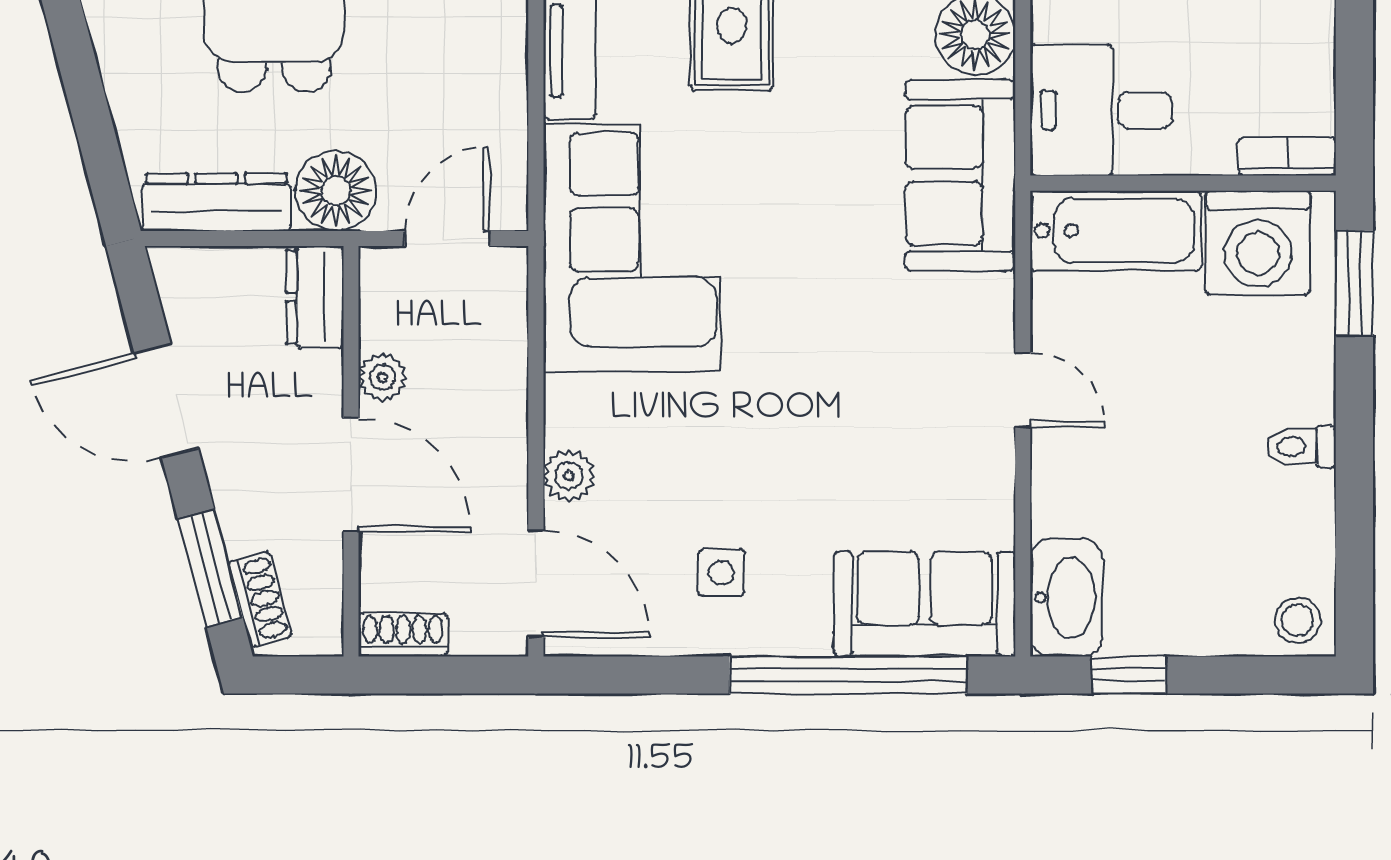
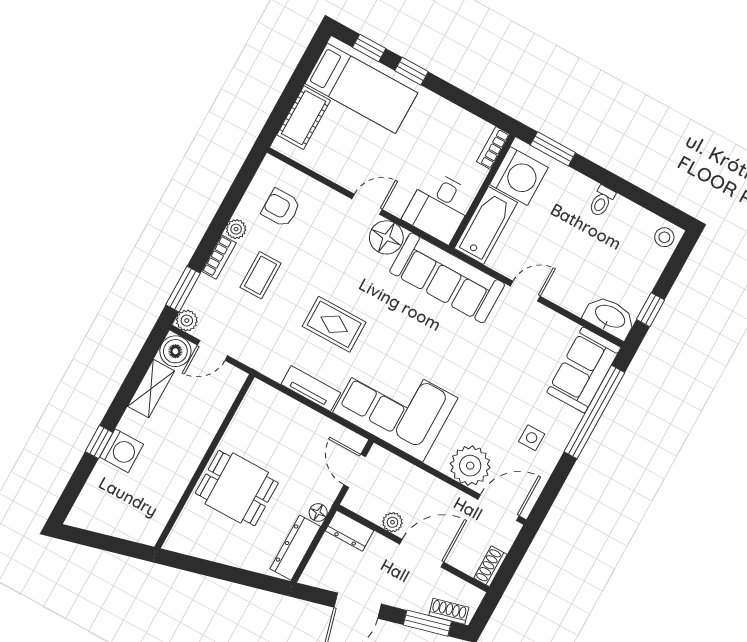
sofa: (960, 175) -> (447, 278), width x1.36
floor lamp: (336, 191) -> (318, 512), width x0.53, depth x0.53
plant: (569, 476) -> (470, 466), width x1.87, depth x1.87

